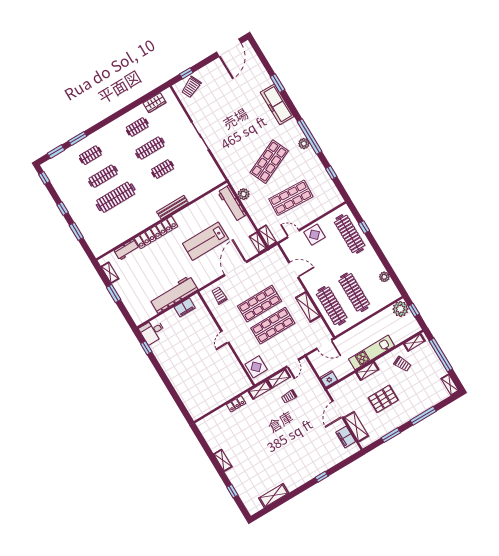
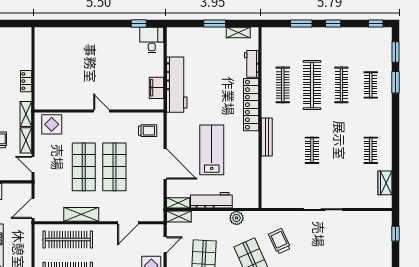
trolley: (191, 87) -> (280, 241), moved
clothes rail: (150, 148) -> (283, 85), moved
workbench: (232, 203) -> (211, 200), moved

